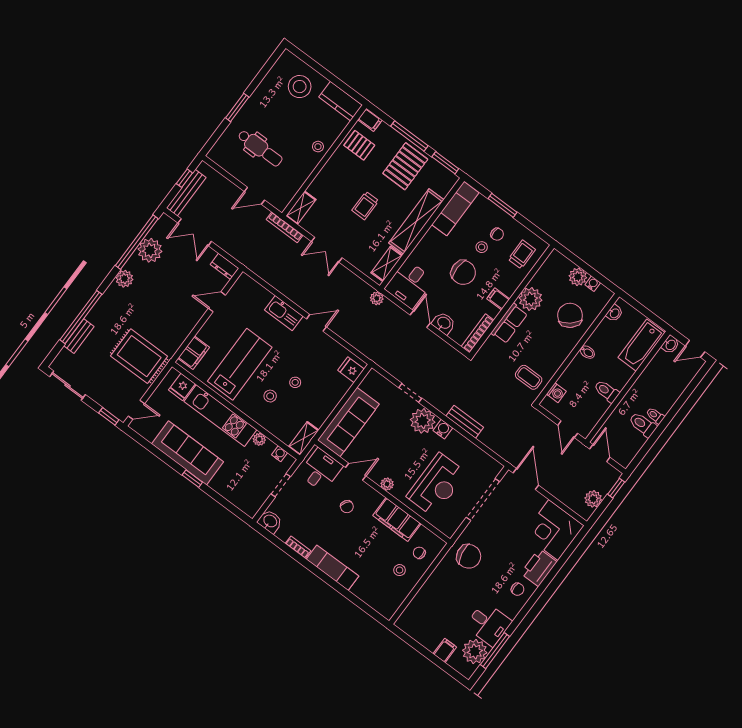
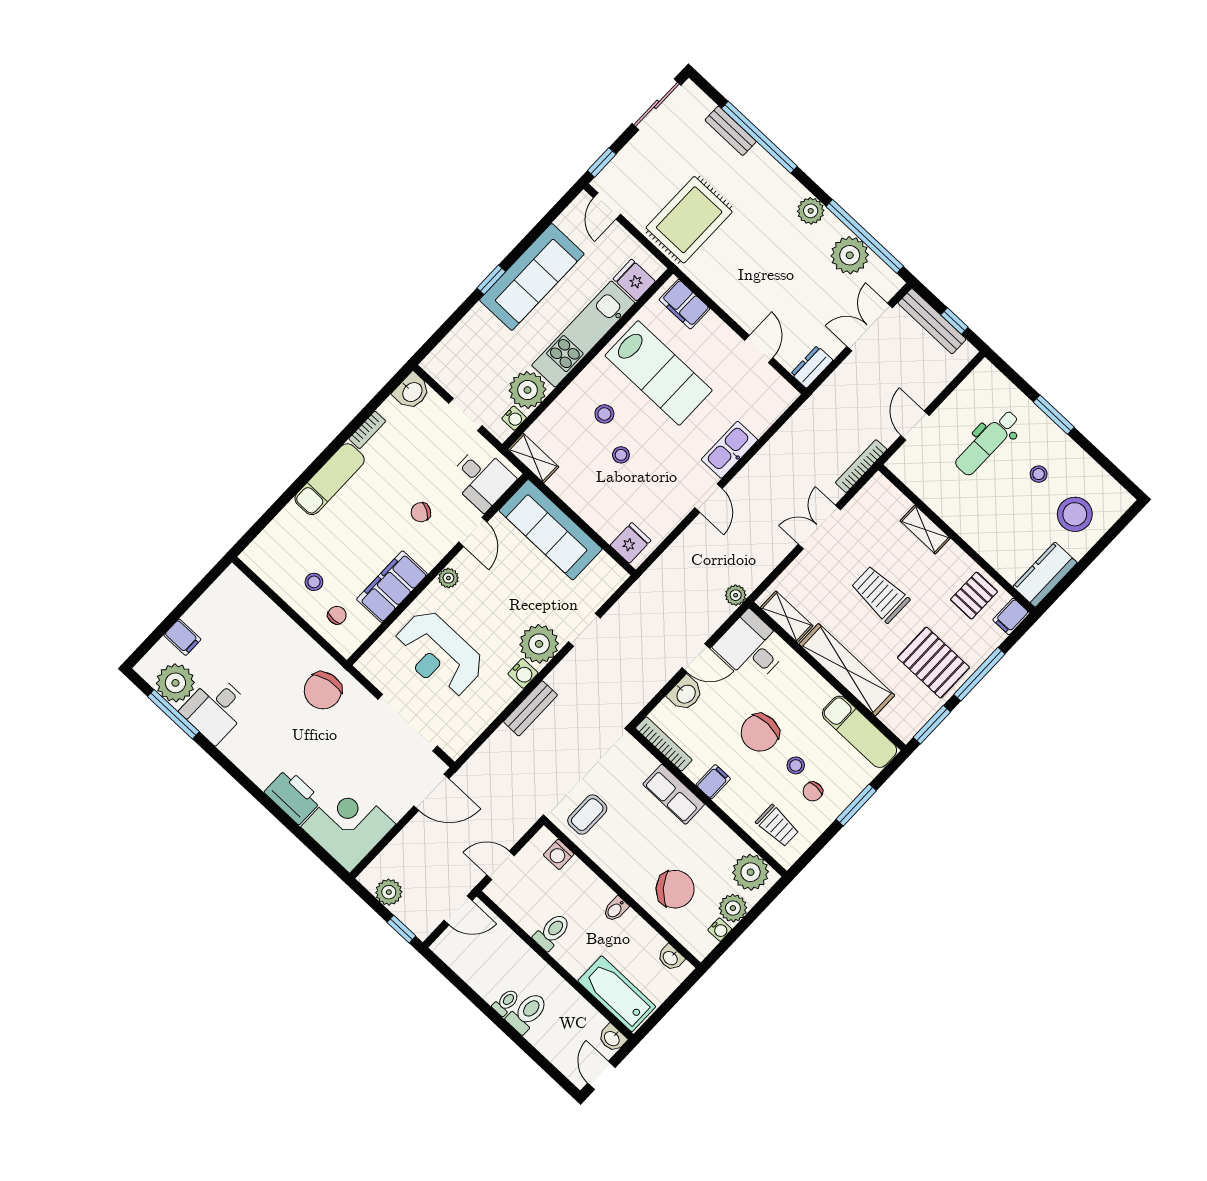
stool: (318, 147) -> (1039, 474), moved
trolley: (365, 206) -> (880, 594), width x1.36, depth x1.39
shelving: (301, 208) -> (925, 529), moved
plant: (531, 299) -> (751, 872), moved
toilet: (643, 425) -> (527, 1013), moved
plant: (259, 439) -> (528, 390), width x1.88, depth x1.88
chair: (518, 589) -> (264, 760), removed

